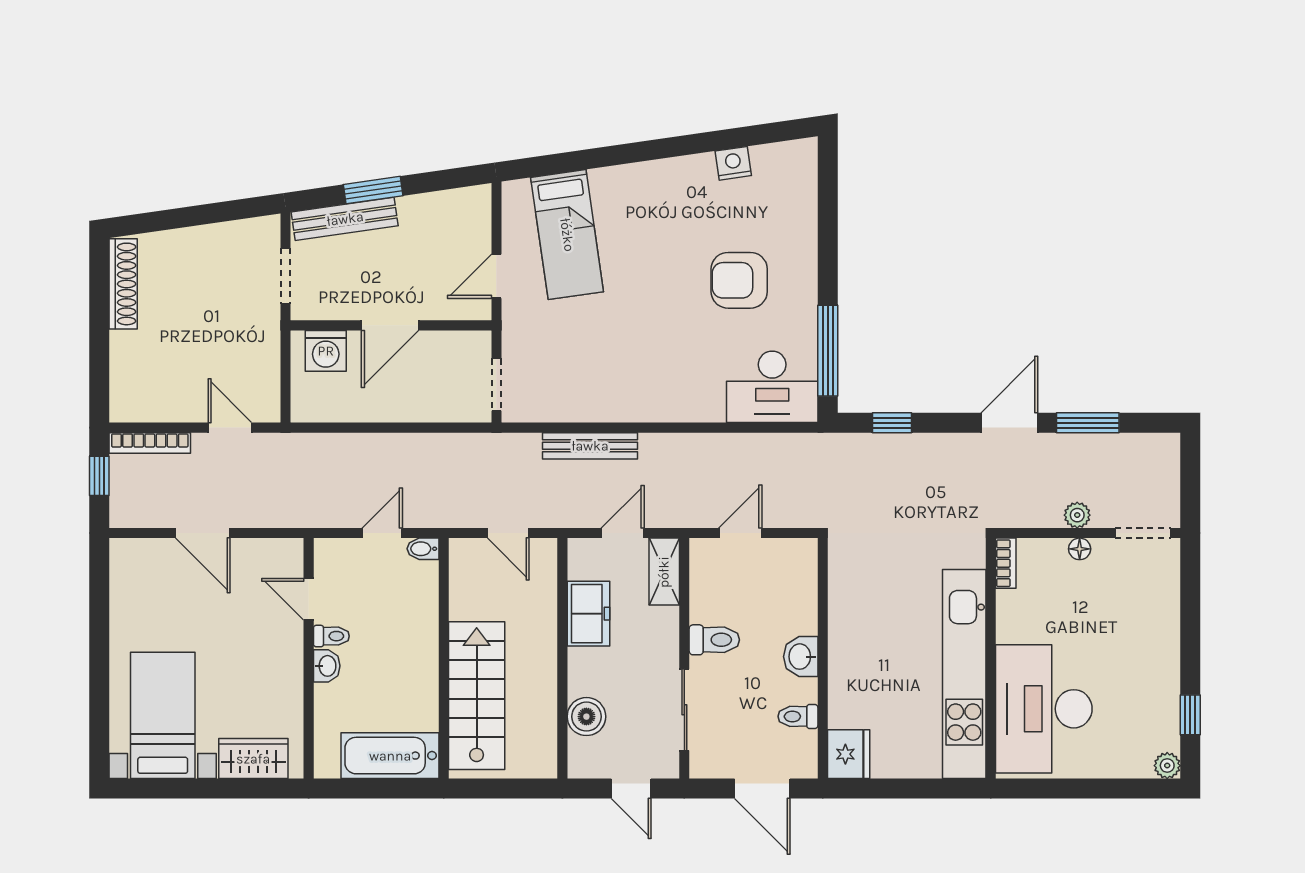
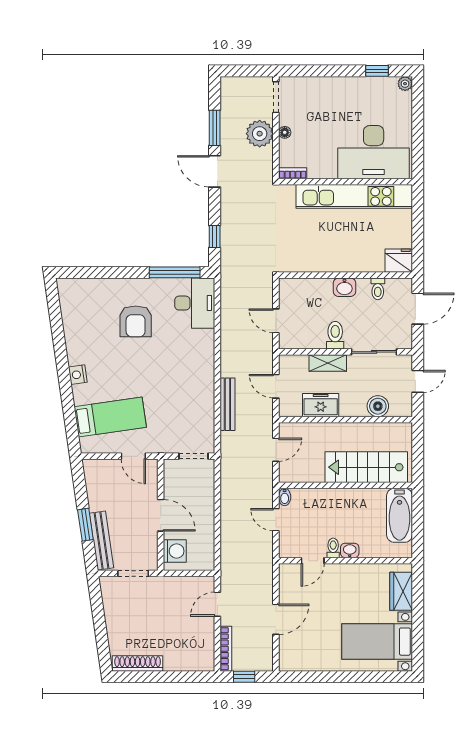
nightstand: (733, 163) -> (78, 375), moved
plant: (1077, 515) -> (260, 134), width x1.88, depth x1.88
shelving: (664, 572) -> (328, 363), moved

